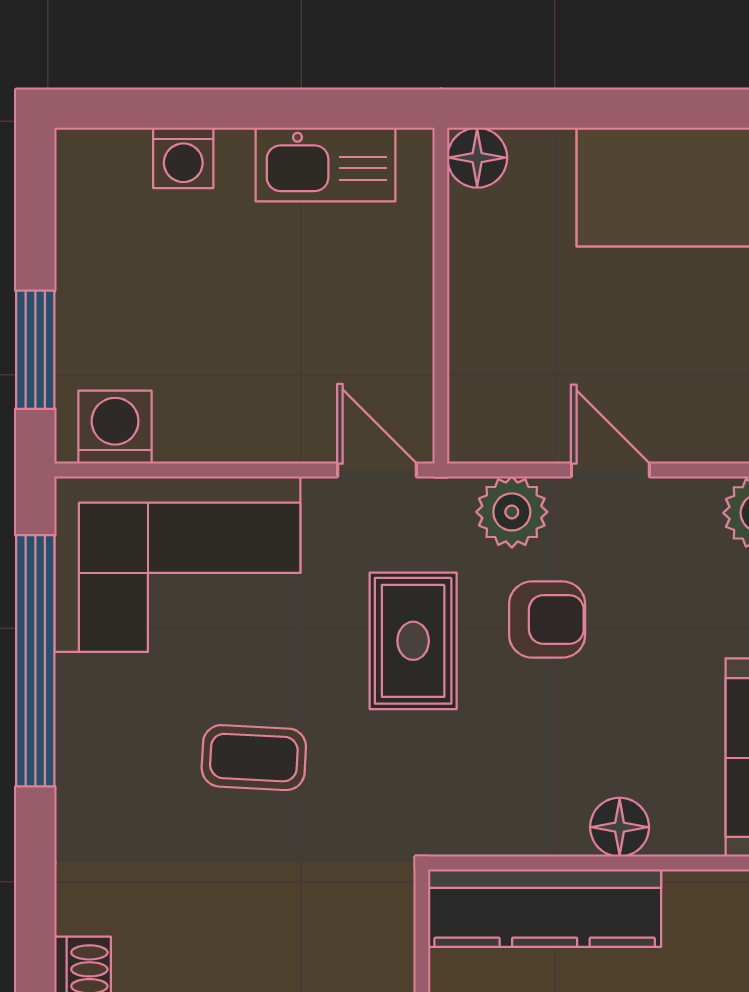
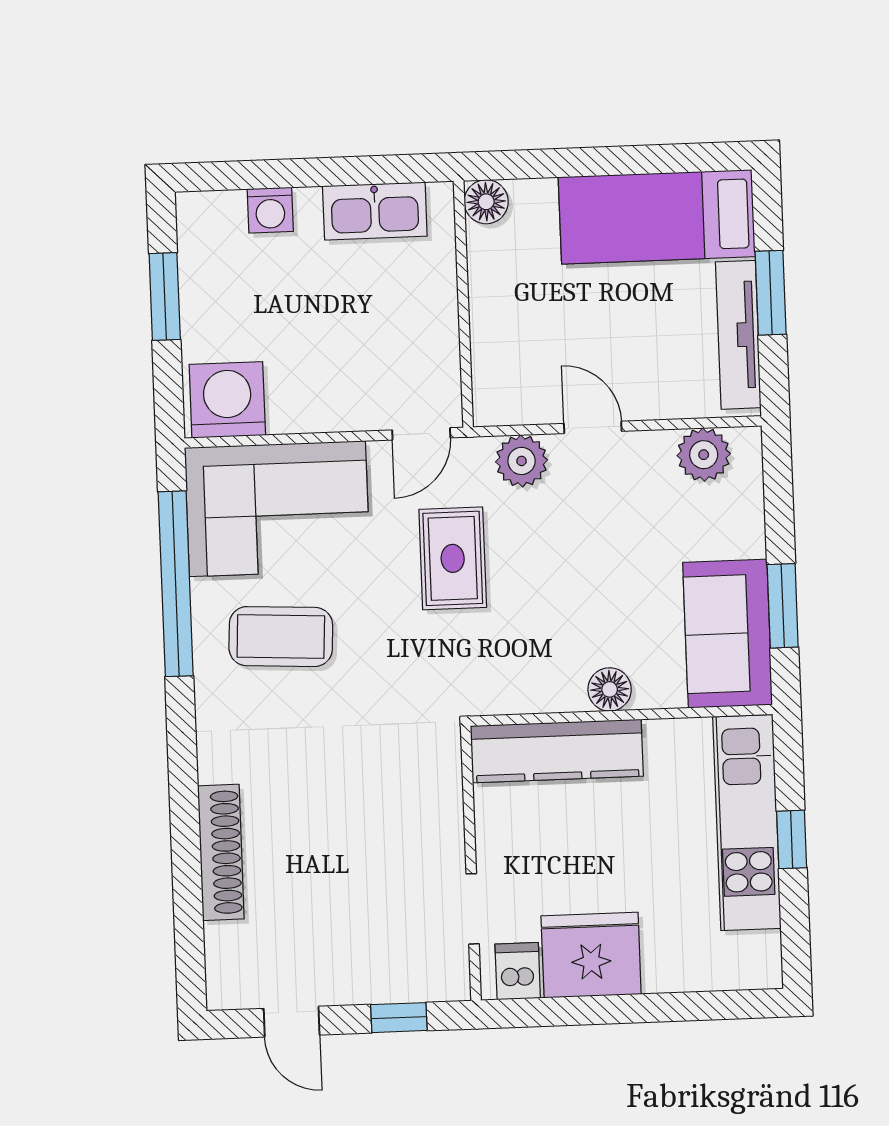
window: (35, 350) -> (165, 296), moved
washing machine: (115, 427) -> (227, 400), width x1.37, depth x1.37
door: (377, 470) -> (421, 434), swing flipped
armchair: (547, 619) -> (551, 539), removed
coffee table: (254, 758) -> (281, 637), moved, width x1.36, depth x1.30

